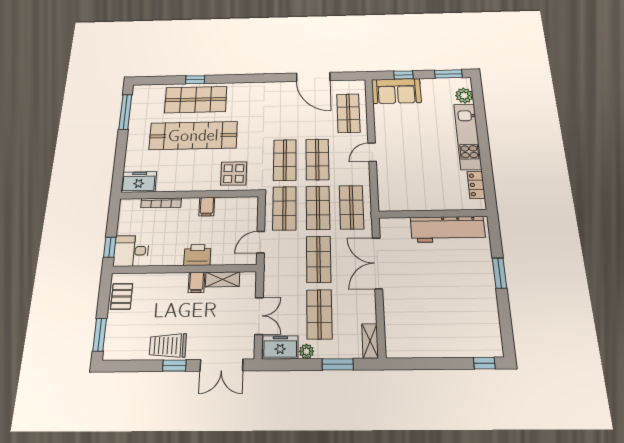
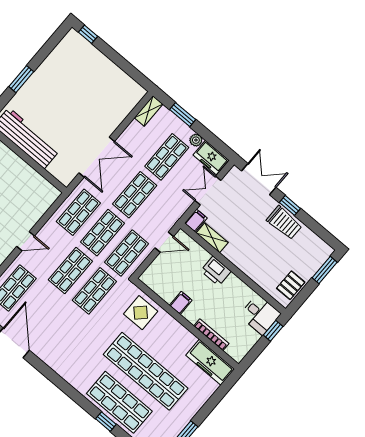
freezer: (139, 182) -> (210, 362), width x1.40
filing cabinet: (197, 282) -> (196, 221), moved

